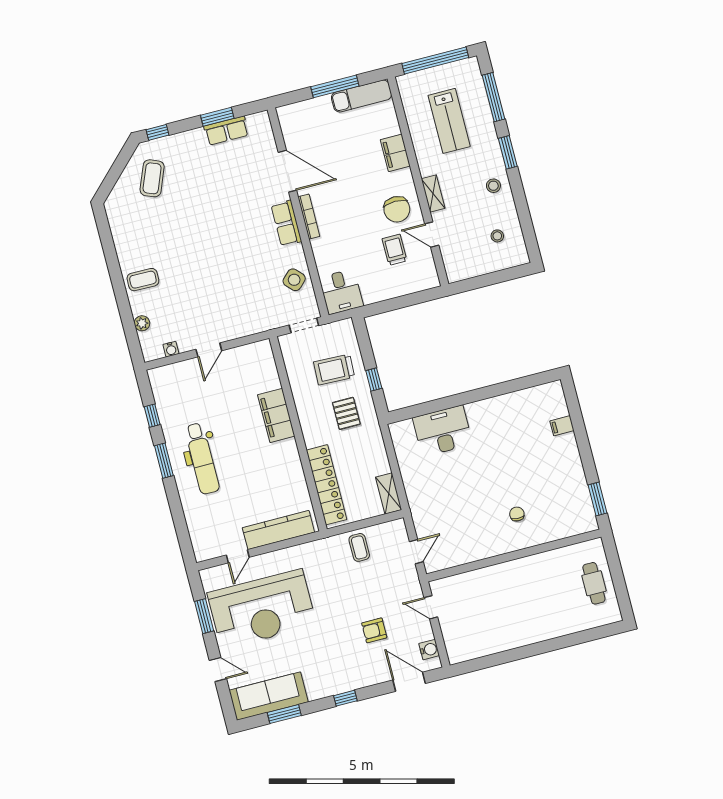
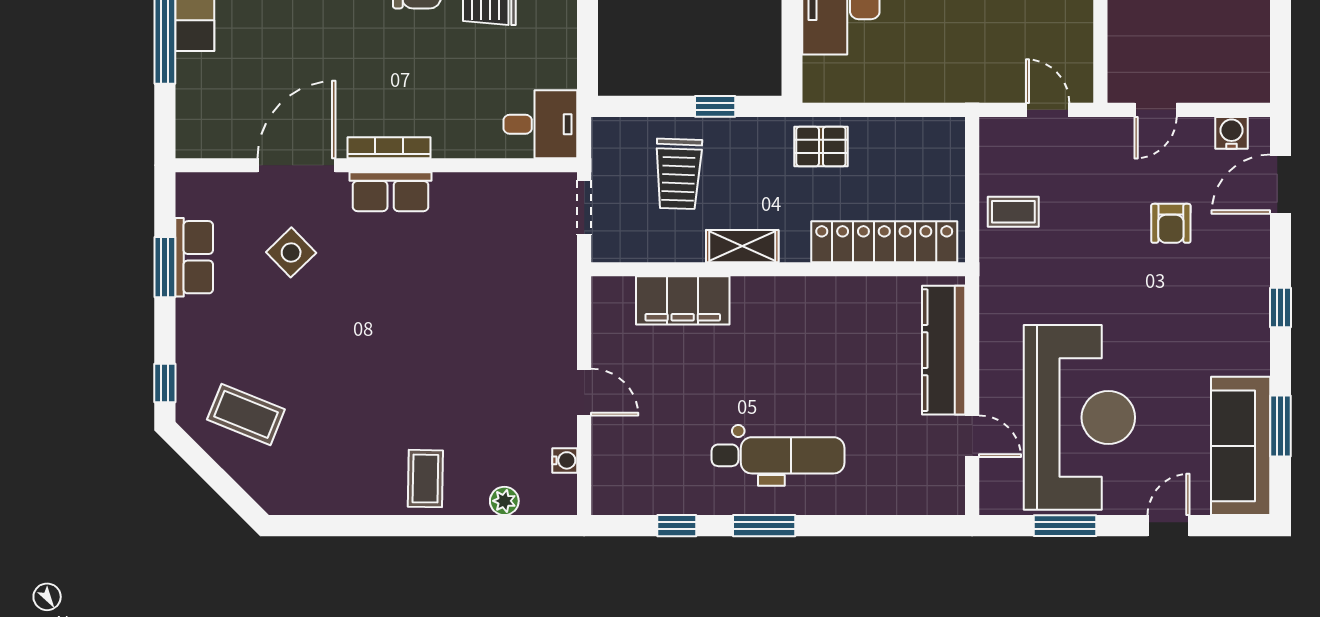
side table: (294, 280) -> (291, 252), moved
pallet: (346, 413) -> (821, 147), moved
filing cabinet: (276, 415) -> (683, 300), moved
shelving: (389, 493) -> (742, 246), moved

